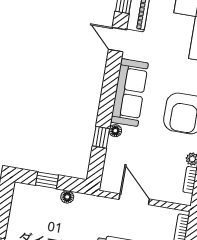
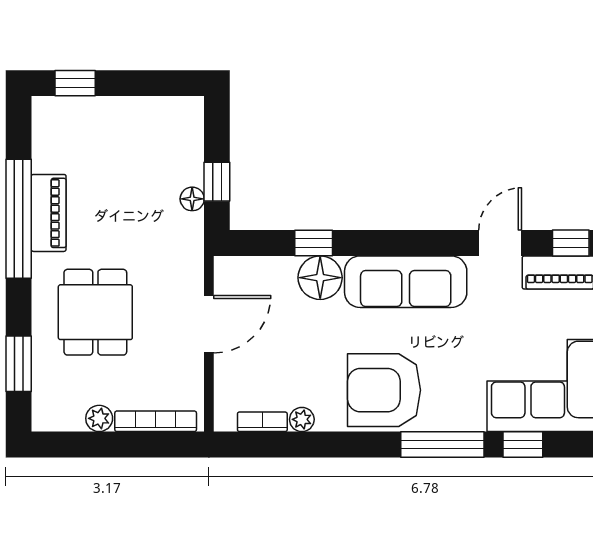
floor lamp: (115, 131) -> (320, 278), width x1.89, depth x1.89
window: (47, 180) -> (217, 182), moved

